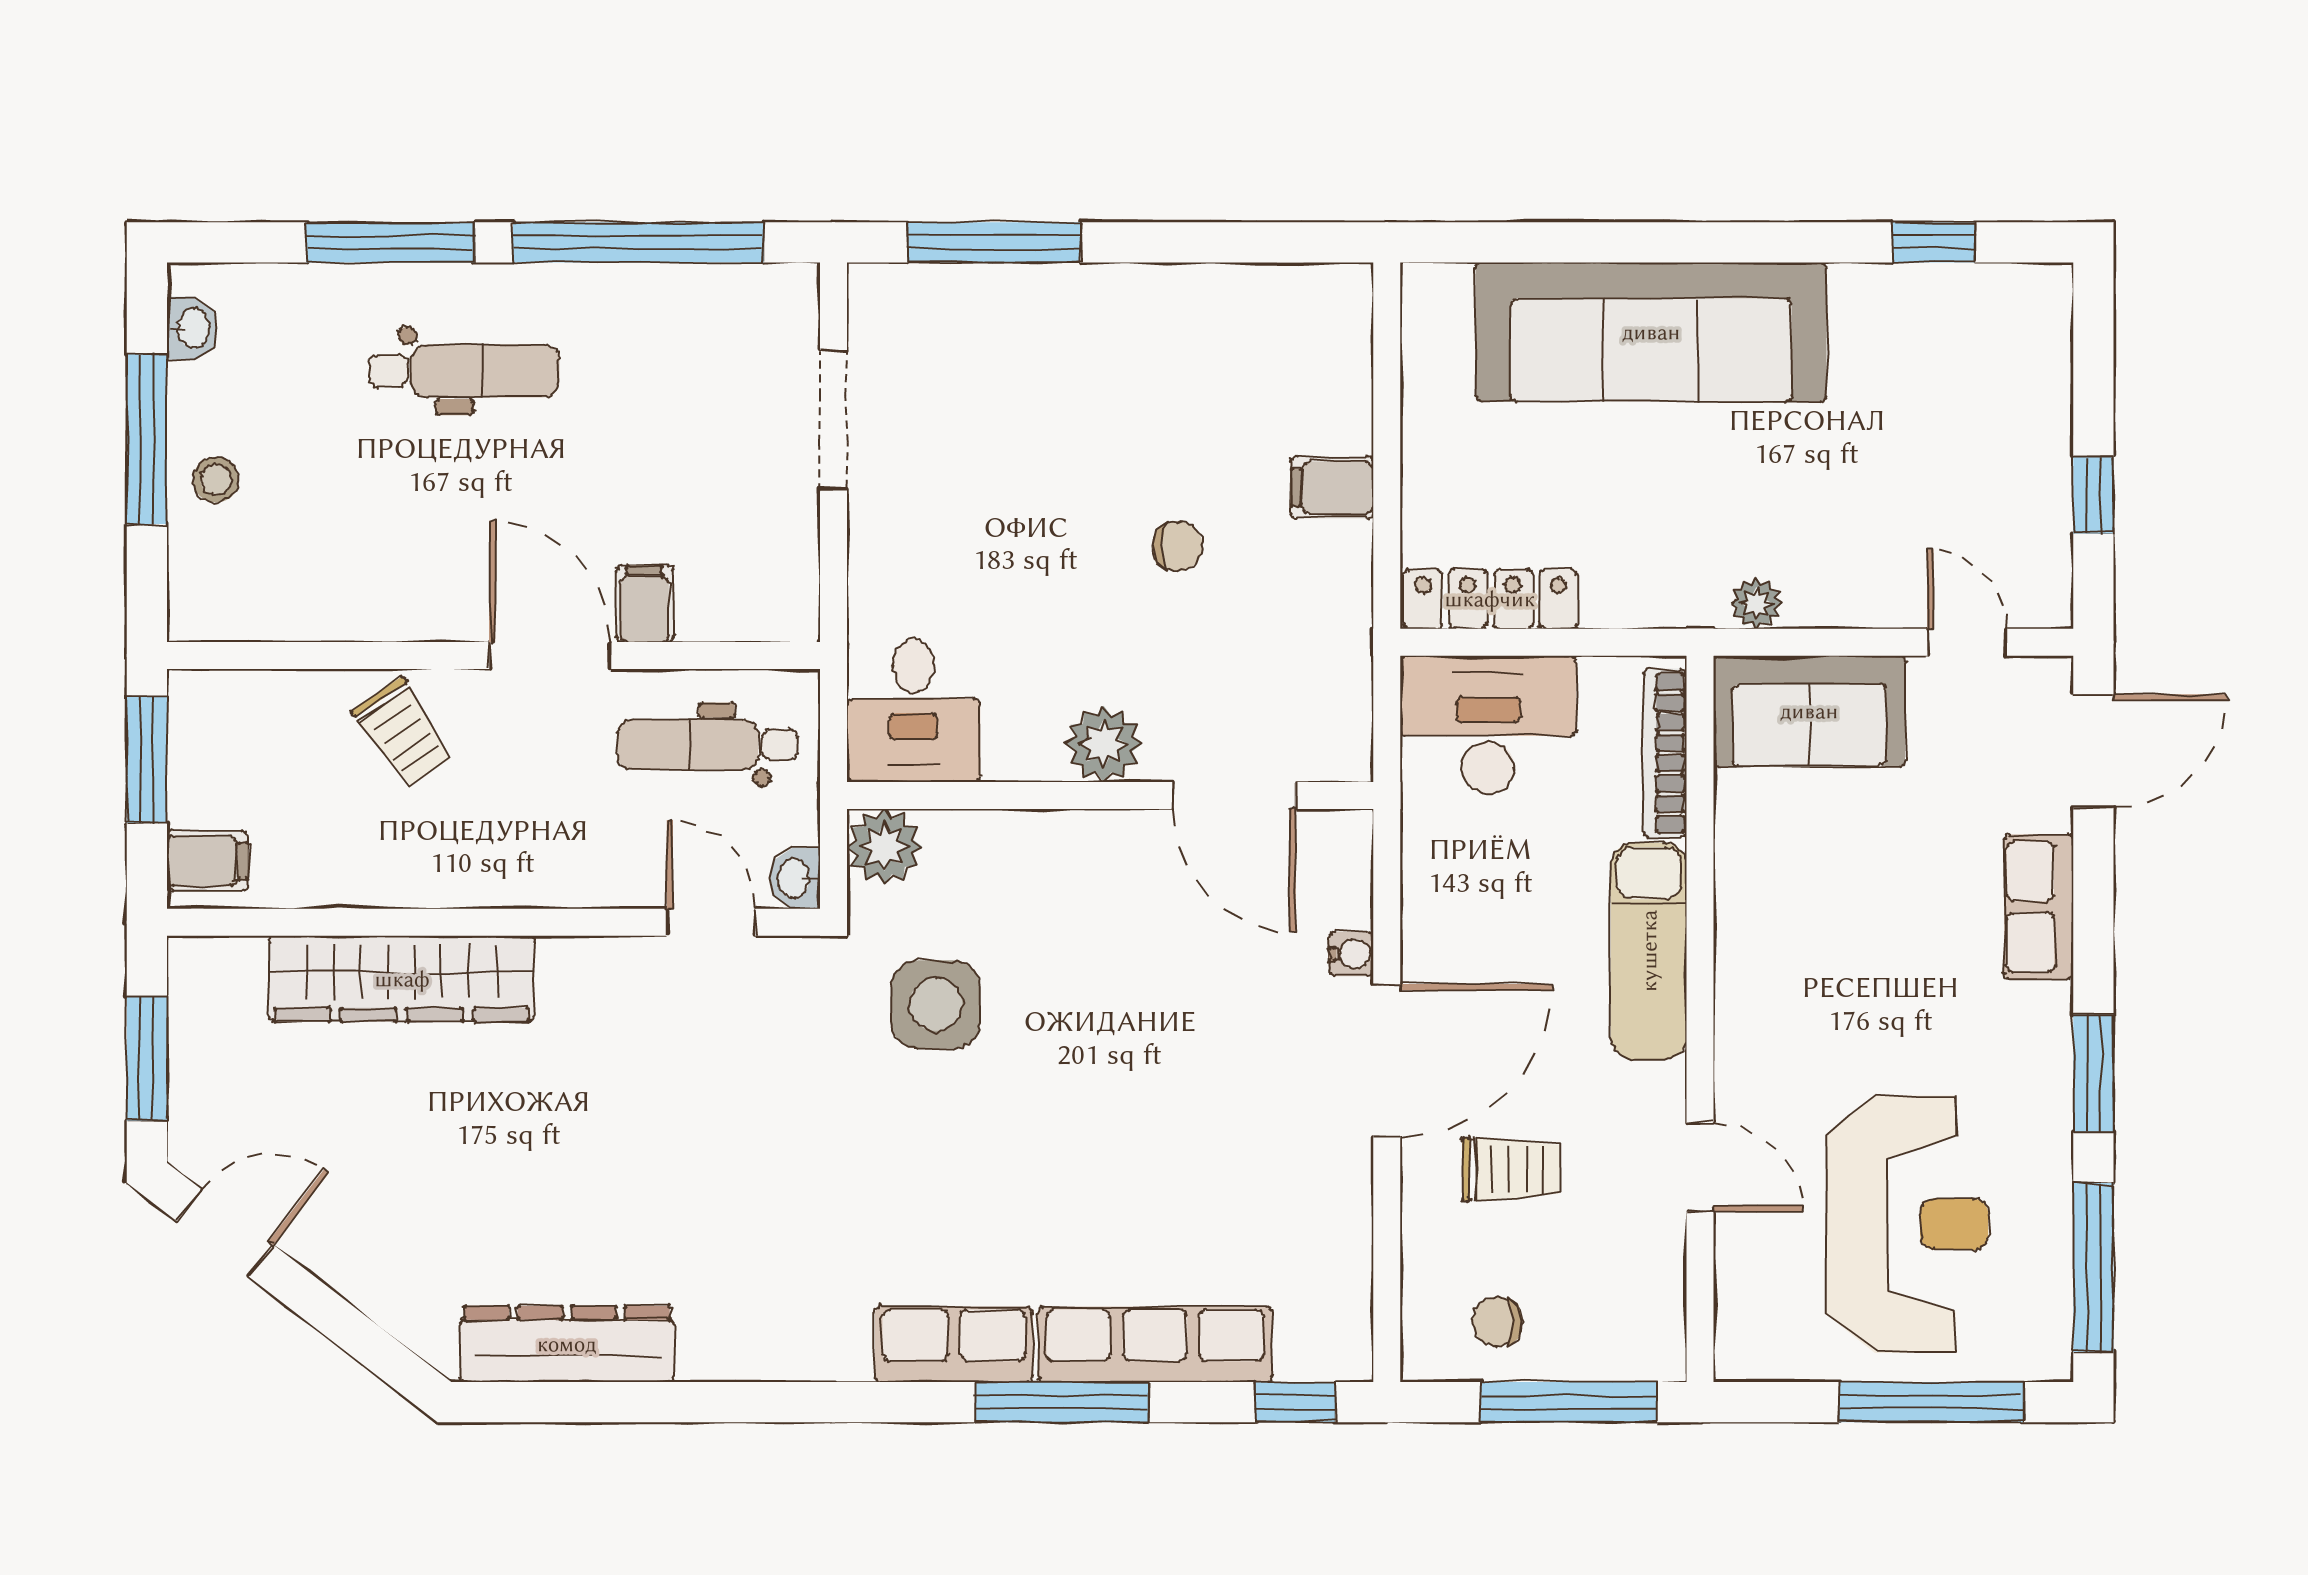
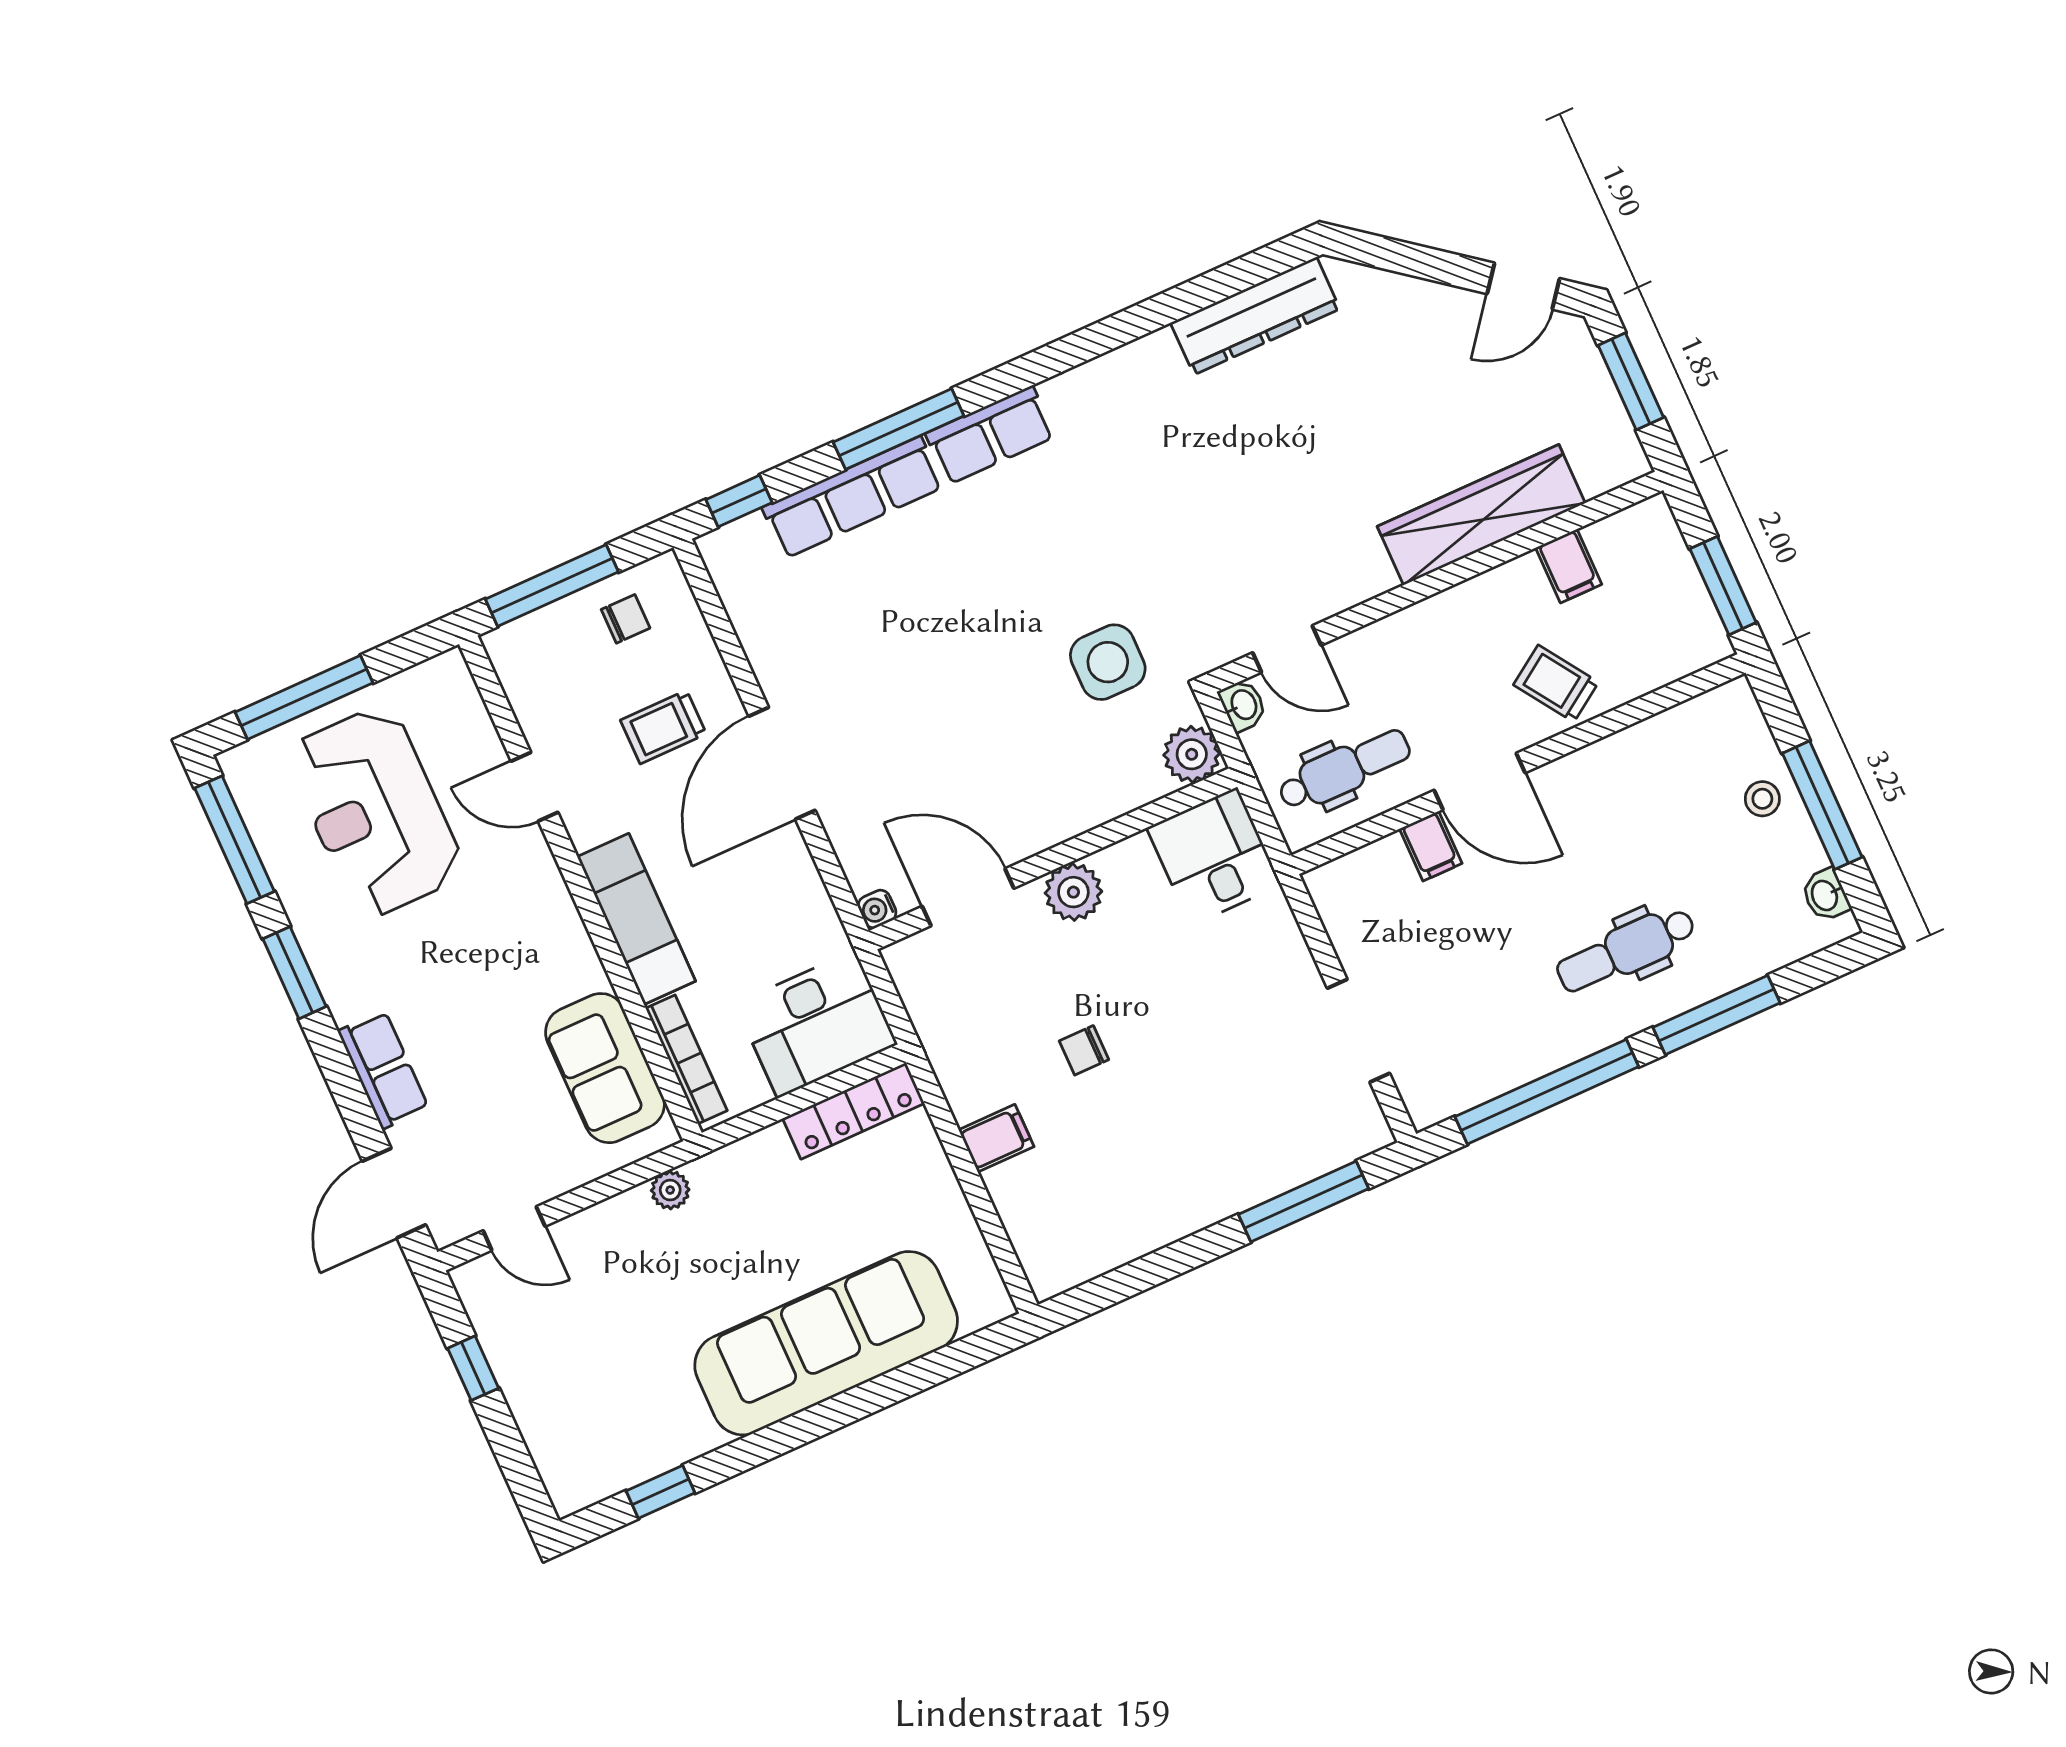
sofa: (1809, 711) -> (605, 1068), moved, turned -90
filing cabinet: (207, 861) -> (1569, 566), moved, turned -90
water cooler: (1351, 954) -> (877, 909), moved

